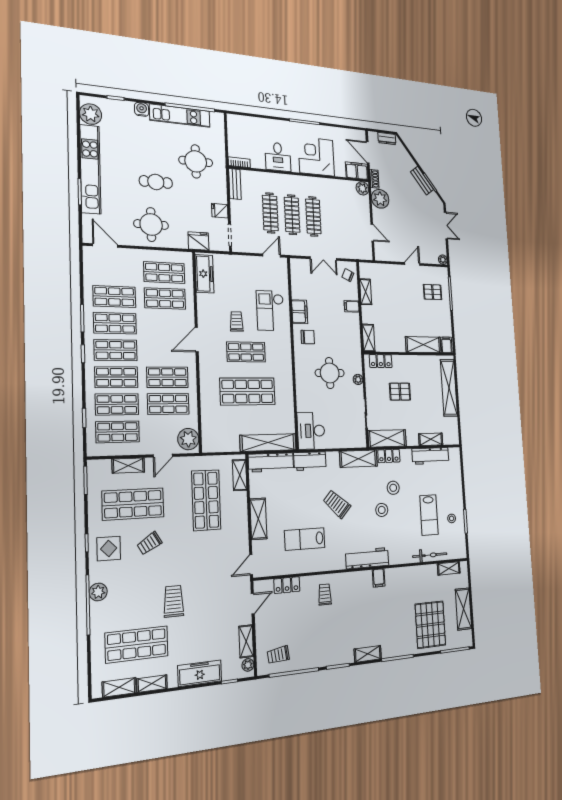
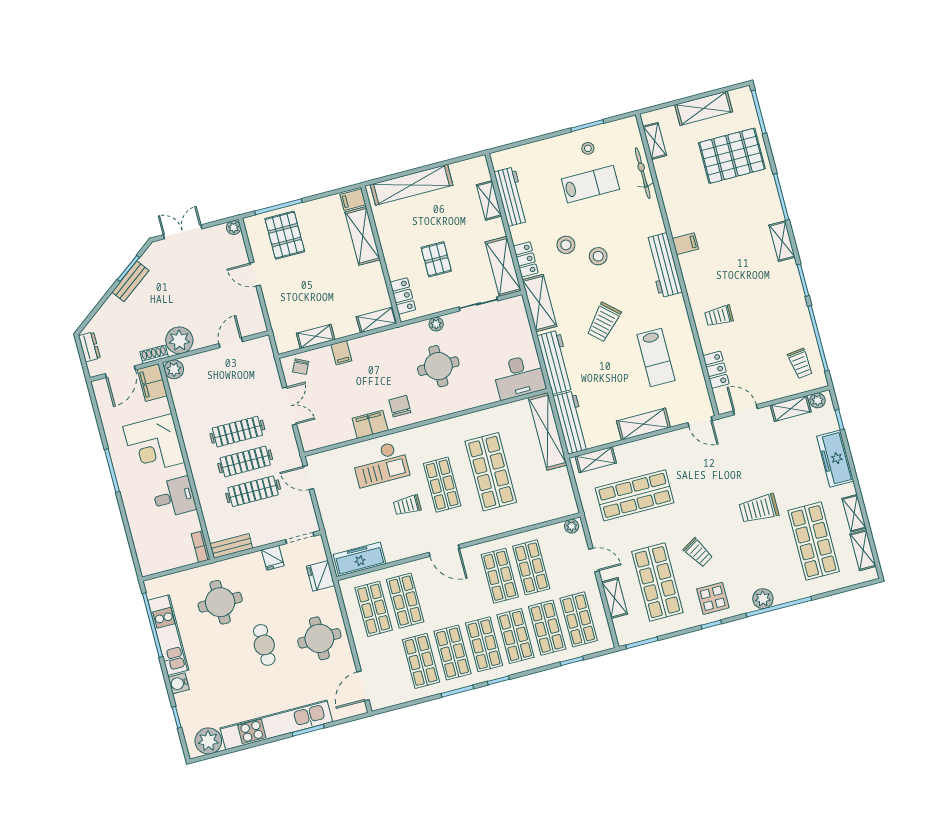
pallet: (433, 292) -> (285, 235), width x1.50, depth x1.42
plant: (188, 439) -> (572, 526), width x0.53, depth x0.53
workbench: (310, 461) -> (556, 362), width x1.37

